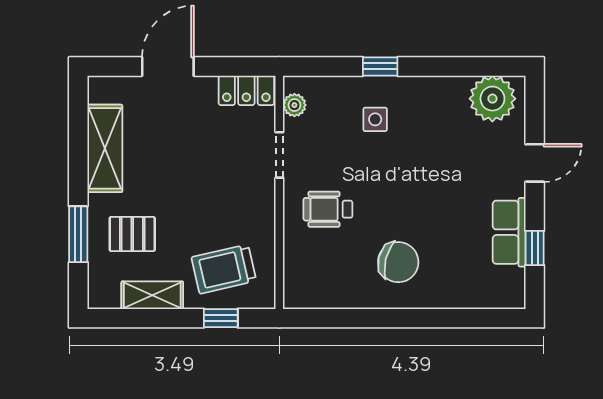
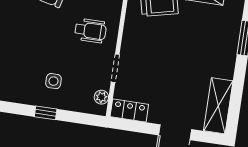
shelving: (105, 148) -> (218, 106), moved
pallet: (132, 234) -> (212, 33), removed

